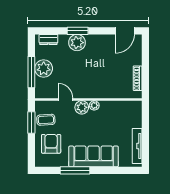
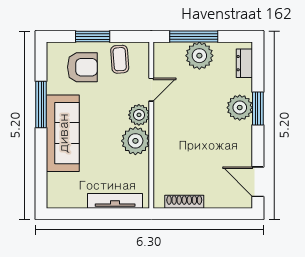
plant: (94, 105) -> (135, 141), width x1.88, depth x1.88
window: (31, 123) -> (93, 37), moved
tv unit: (137, 146) -> (115, 201), moved

